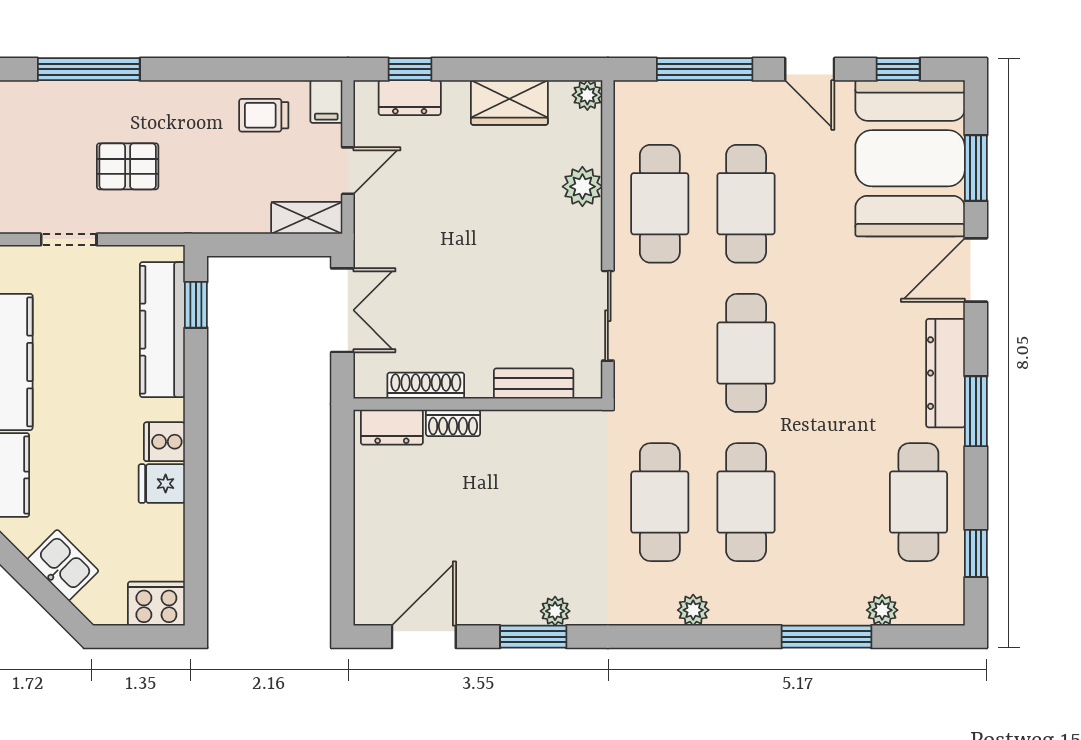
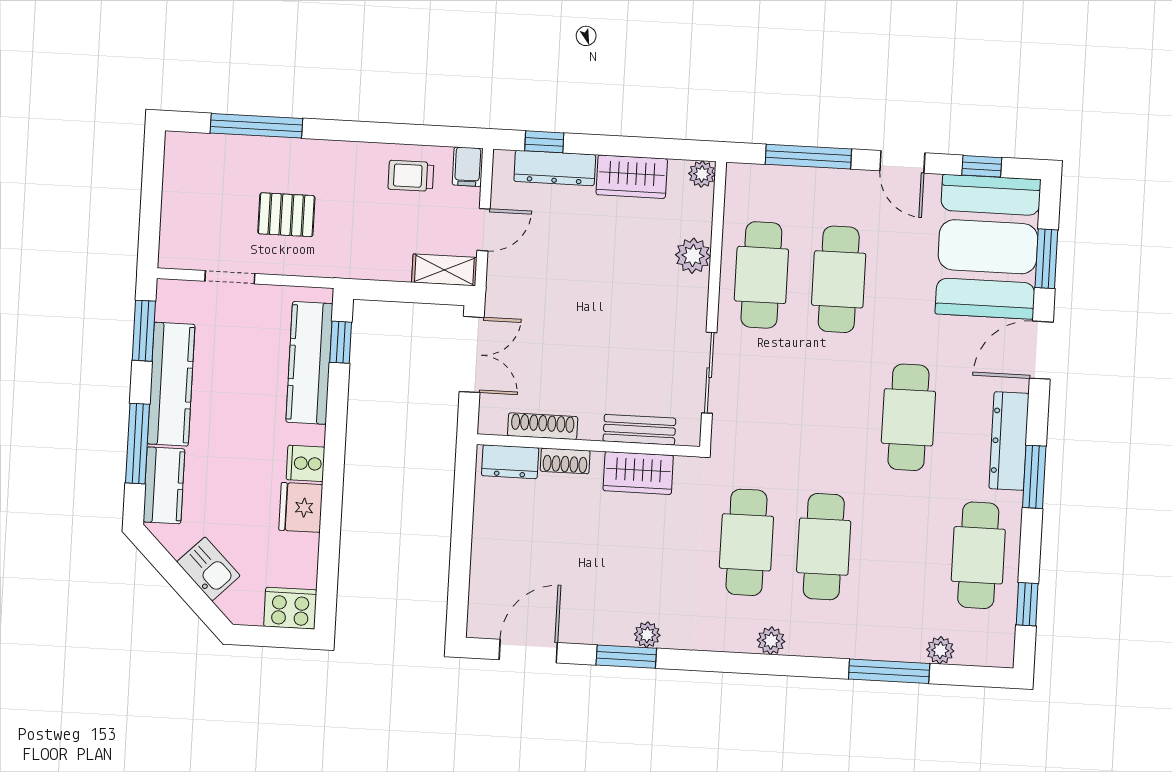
dresser: (410, 98) -> (555, 168), width x1.44
cafe table: (746, 353) -> (908, 417), moved
wardrobe: (535, 432) -> (638, 473), added
fridge: (162, 484) -> (301, 507), width x1.38

